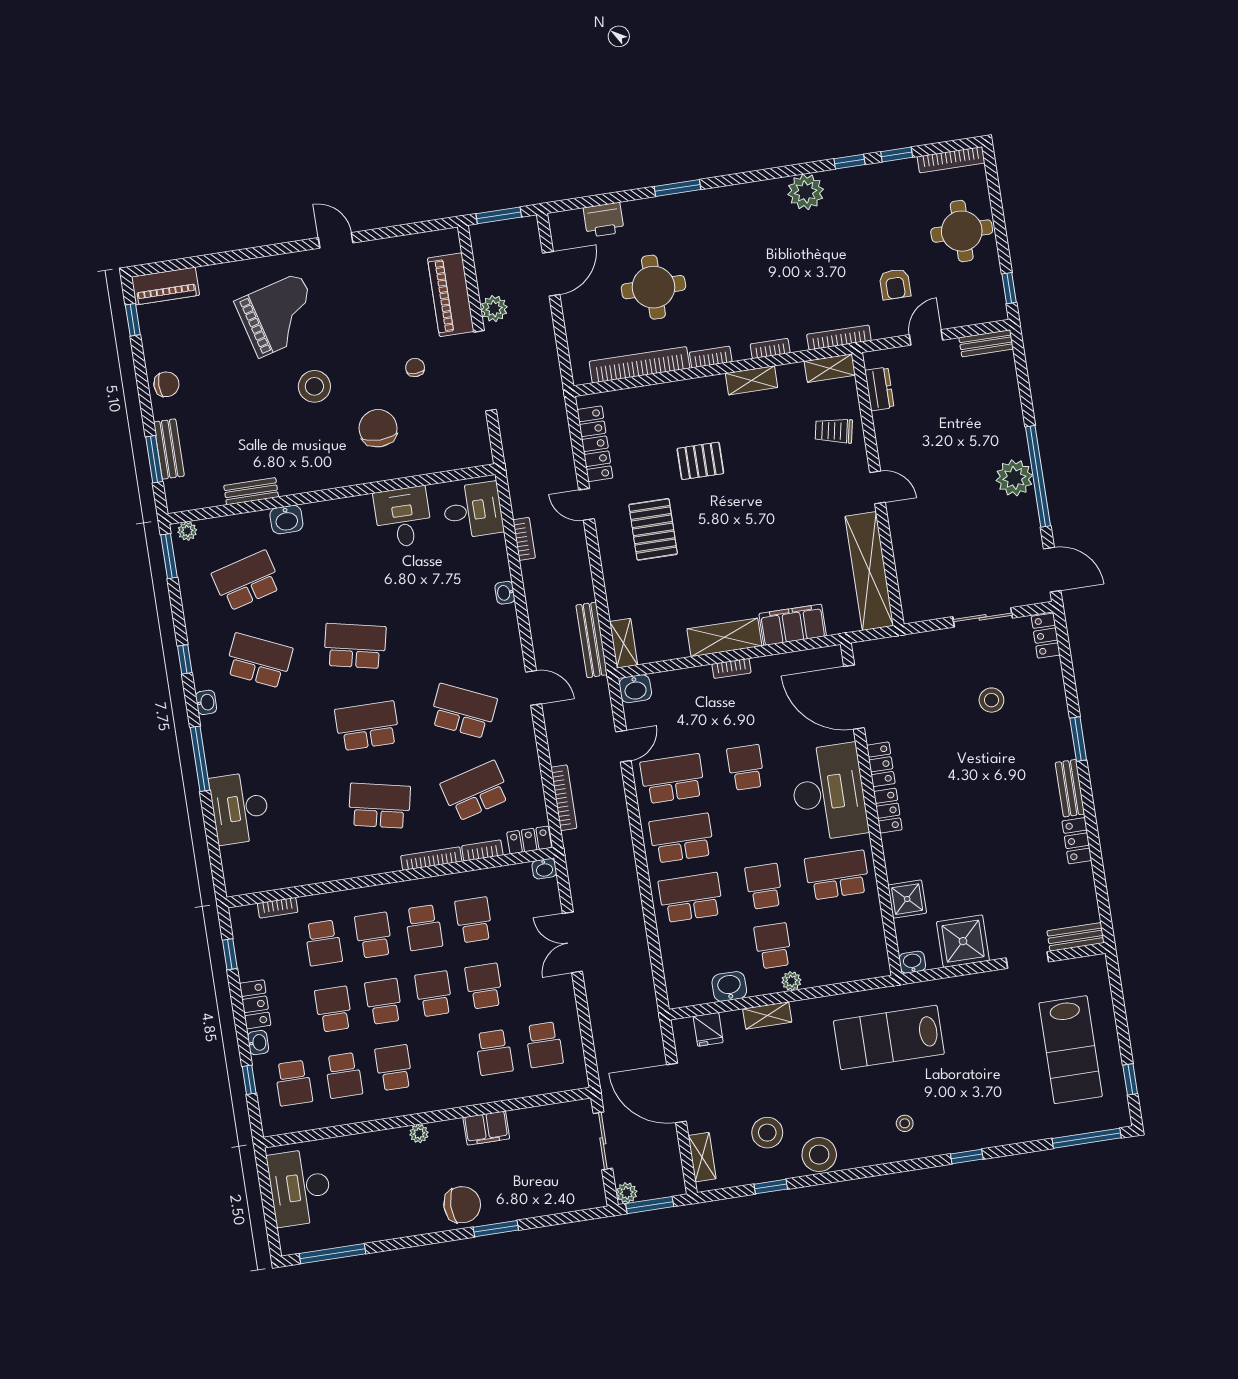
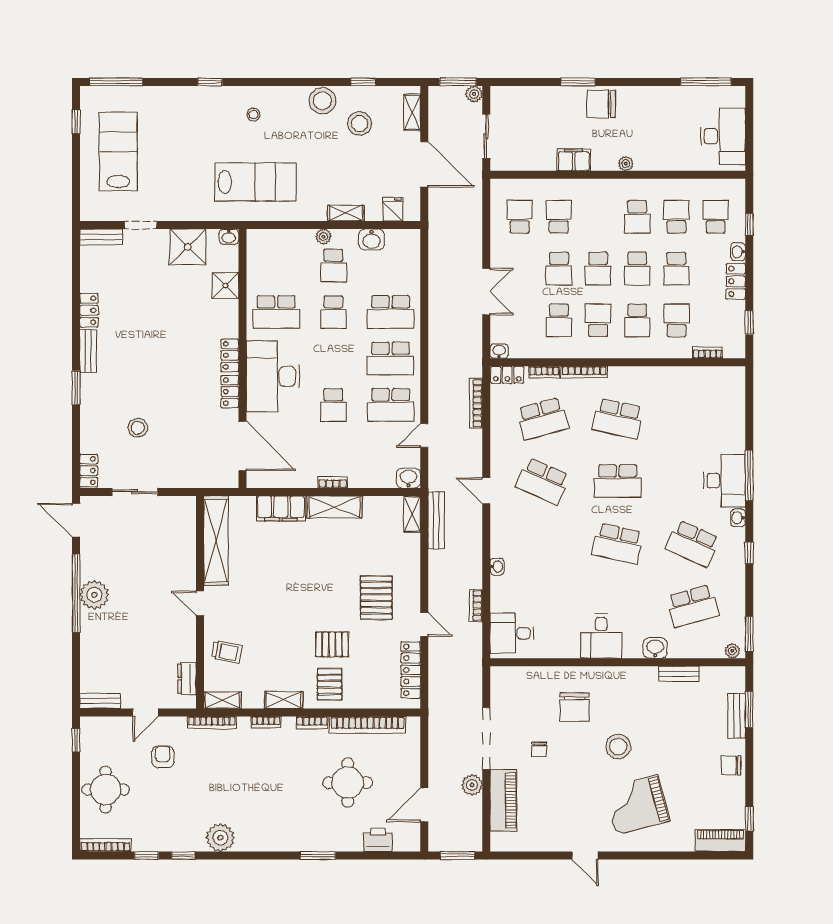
pallet: (696, 409) -> (330, 684), added
desk: (403, 517) -> (601, 636), moved
desk: (240, 808) -> (724, 481), moved

